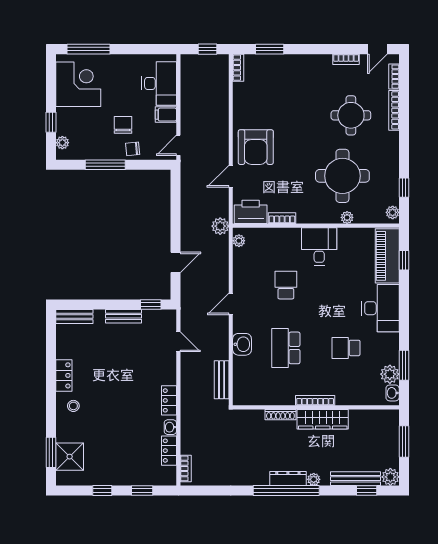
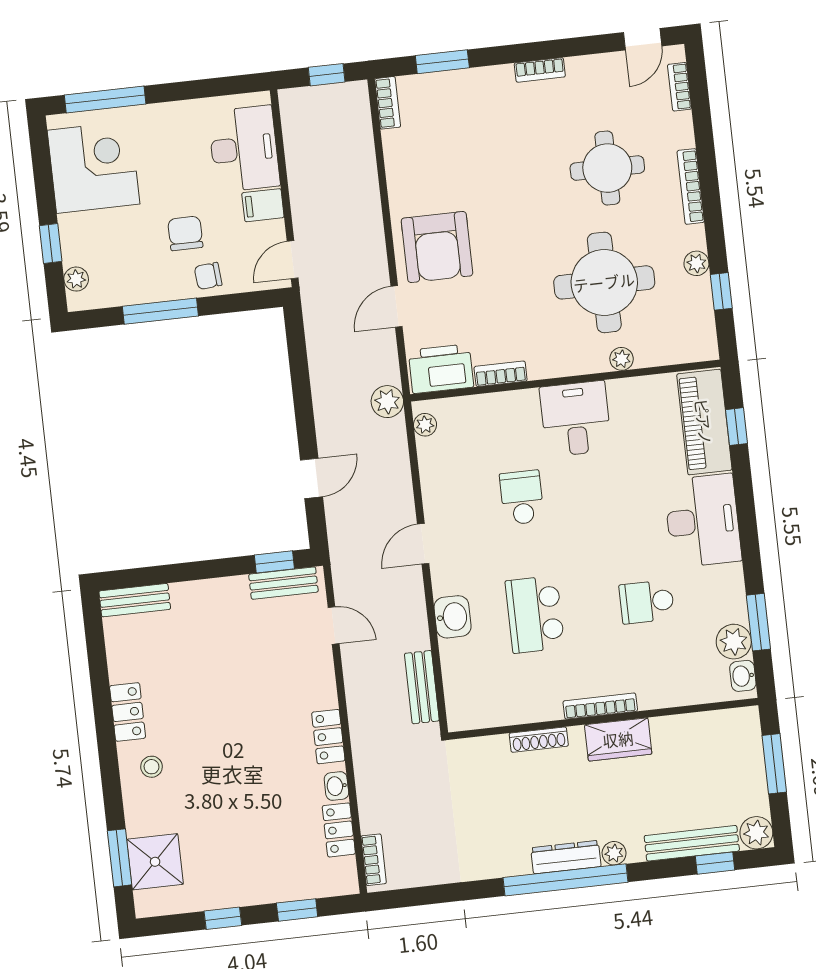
bookcase: (346, 59) -> (540, 70), moved
bookcase: (394, 110) -> (691, 186), moved
plant: (393, 212) -> (696, 263), moved
bench: (124, 316) -> (283, 583), moved
wardrobe: (323, 419) -> (618, 739), width x0.67

